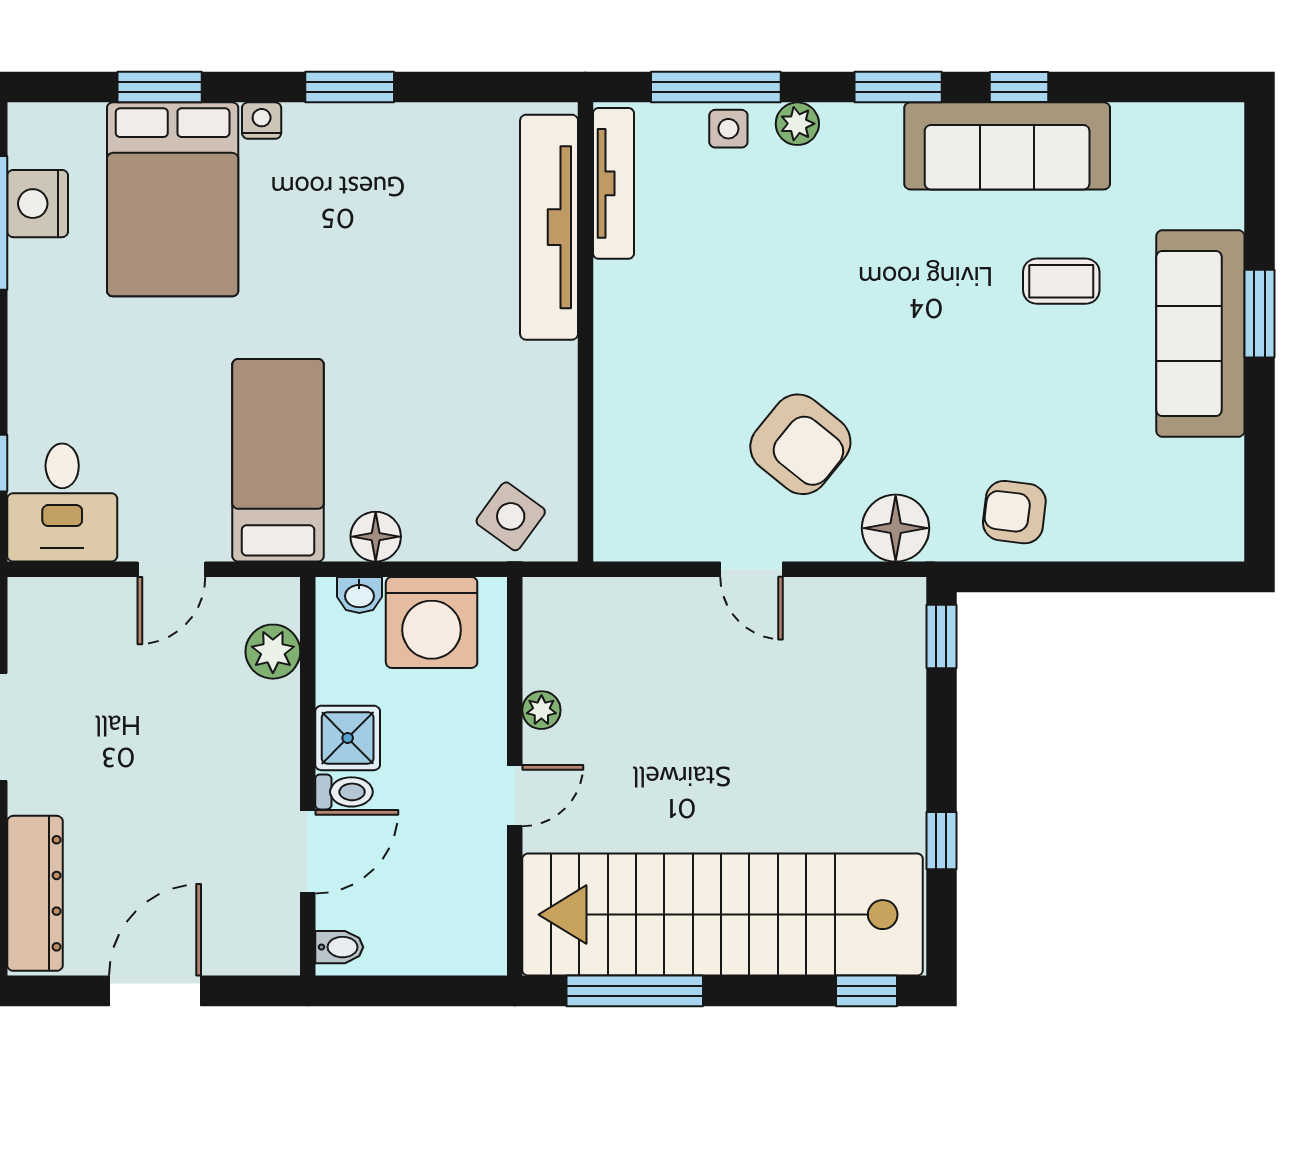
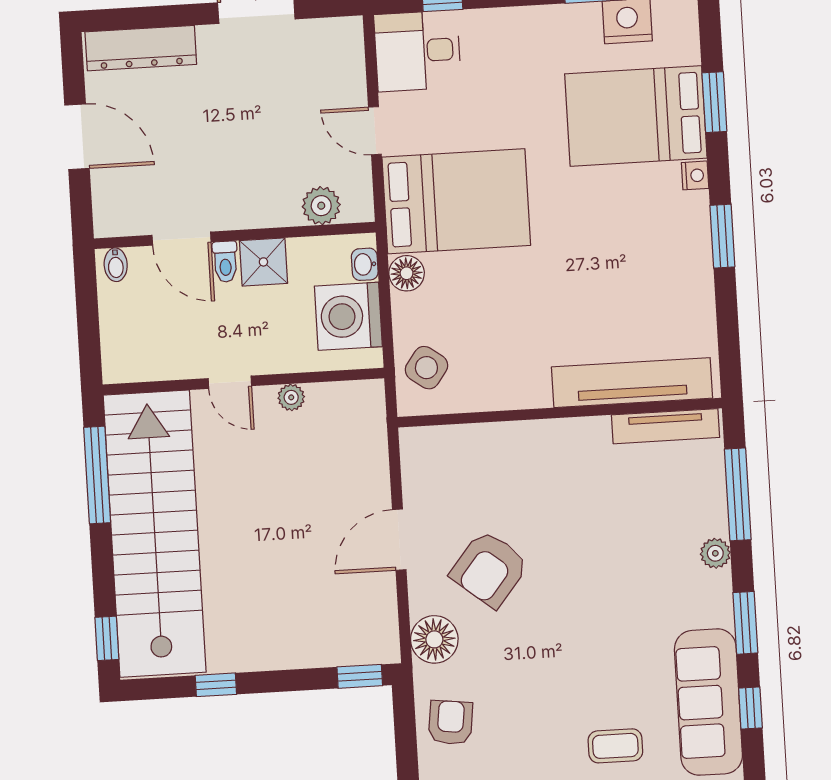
side table: (728, 129) -> (709, 505), removed
coffee table: (1061, 281) -> (615, 746), turned 90
bed: (278, 460) -> (456, 201), width x1.50
door: (751, 569) -> (399, 540), width x1.38

